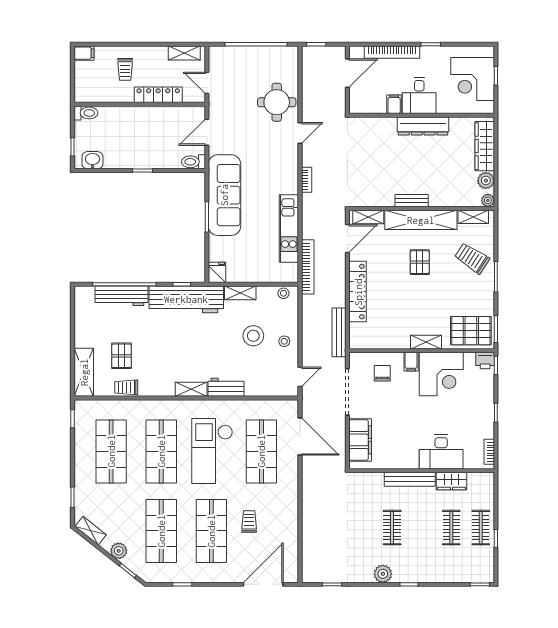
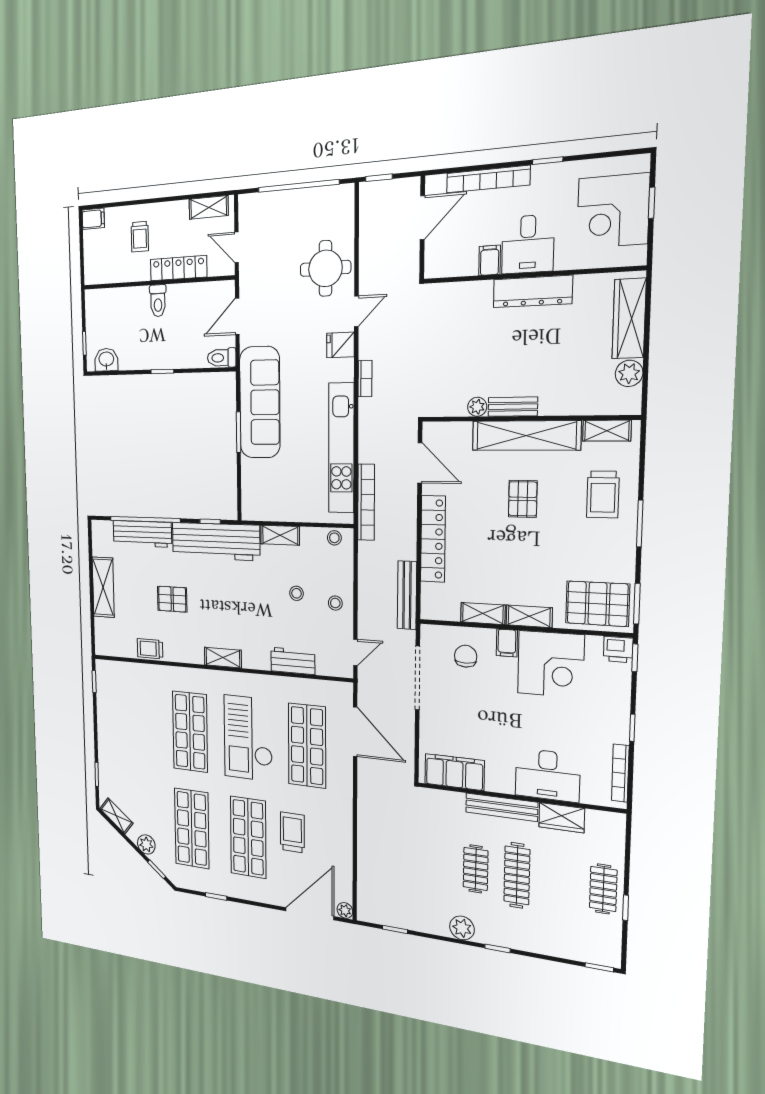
toilet: (86, 113) -> (158, 301), moved, turned 90
plant: (488, 200) -> (477, 407), moved
shelving: (368, 217) -> (483, 613), moved
kitchen unit: (289, 228) -> (341, 448), width x1.36
door: (347, 239) -> (420, 463), hinge flipped
trolley: (472, 258) -> (603, 494), turned -123
fridge: (217, 272) -> (341, 345), moved, turned -90
stool: (253, 336) -> (296, 593), width x0.53, depth x0.53
pallet: (121, 356) -> (172, 599), moved, turned 90
shelving: (84, 372) -> (103, 587), moved
workbench: (226, 387) -> (293, 661), moved
filing cabinet: (360, 440) -> (454, 772), moved, turned -90
shop shelf: (111, 451) -> (136, 725), removed
bookcase: (489, 452) -> (620, 773), width x1.56
trolley: (249, 521) -> (292, 832), width x1.36, depth x1.39
clothes rail: (451, 528) -> (517, 875), moved, width x1.36
plant: (292, 577) -> (345, 910), added

